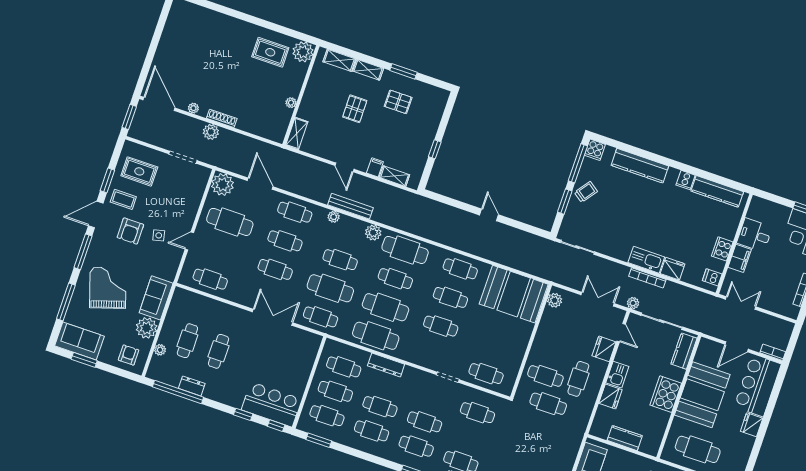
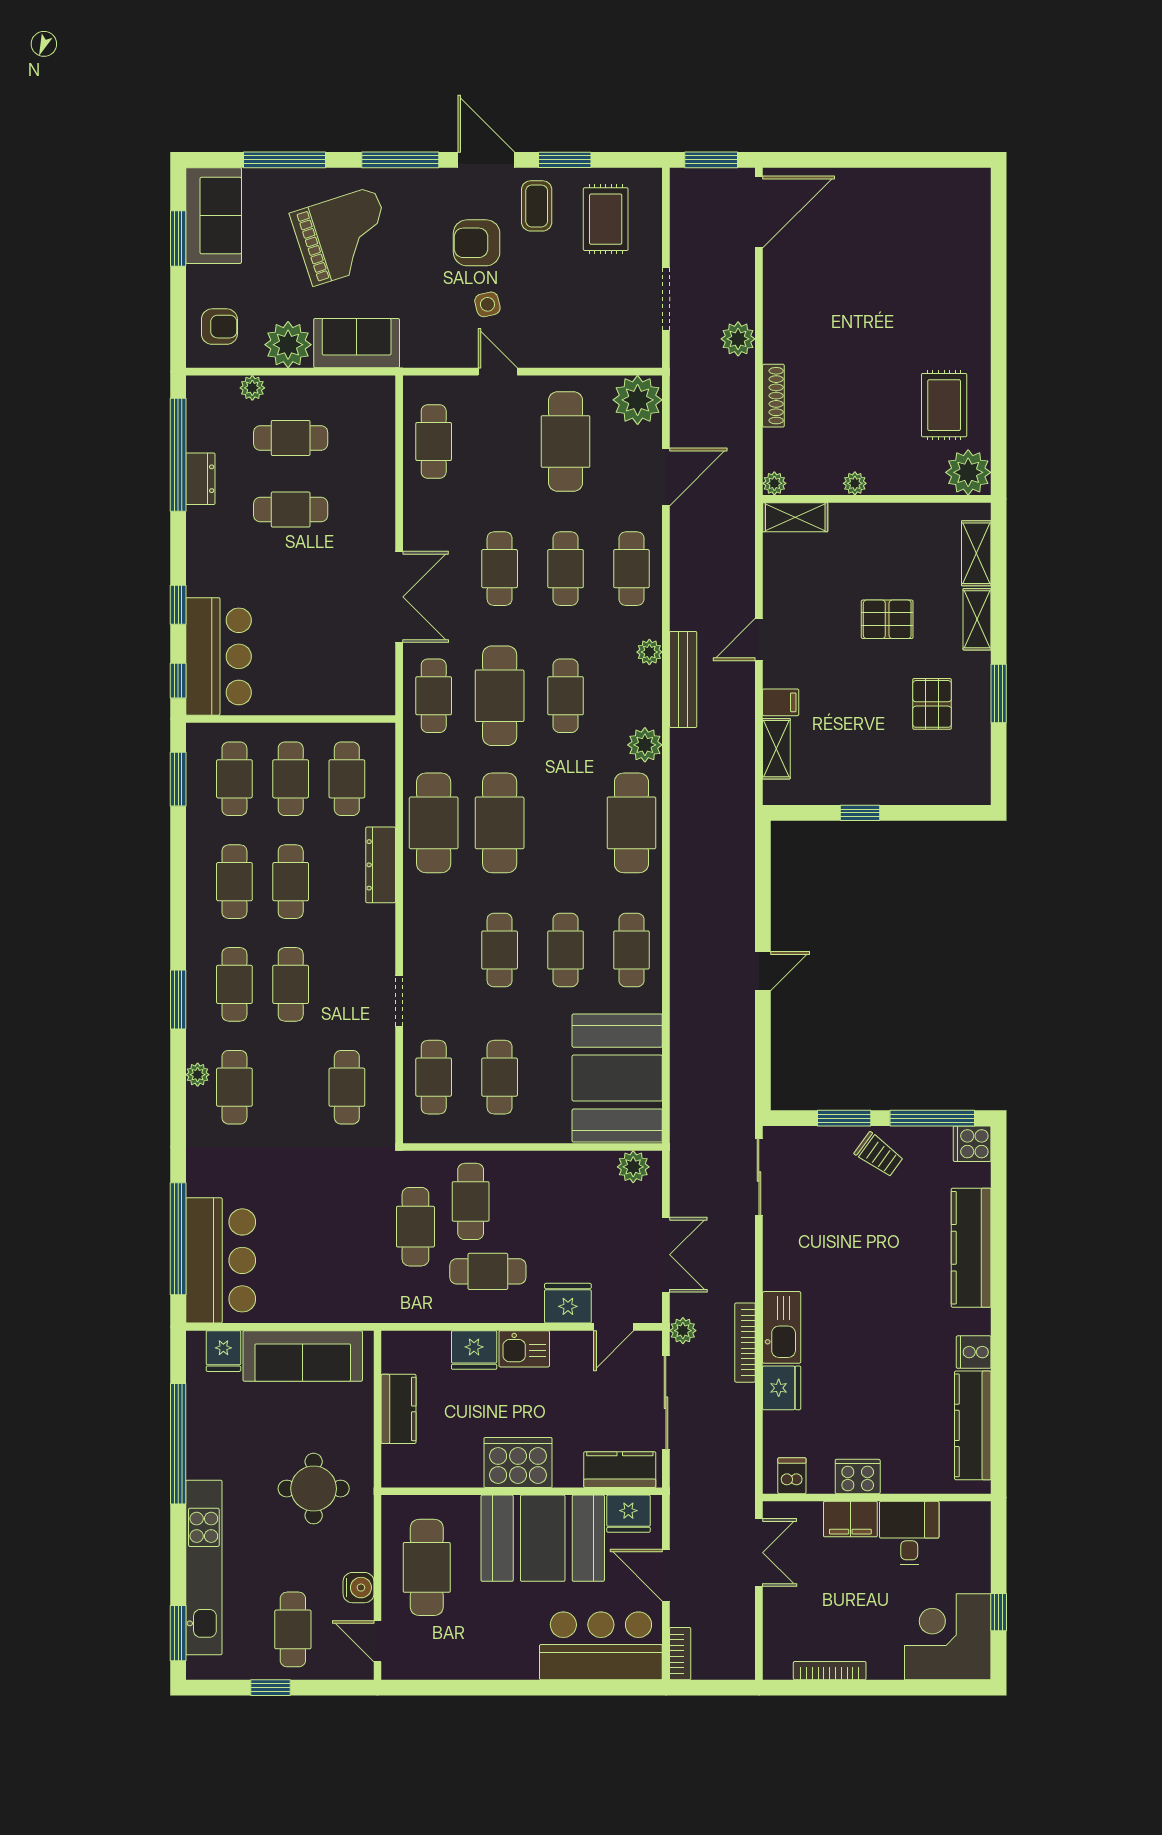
plant: (193, 108) -> (774, 483), moved
shoe rack: (222, 118) -> (773, 396), moved
cafe table: (395, 279) -> (500, 1077), moved
fridge: (752, 425) -> (628, 1514), moved, turned 180

